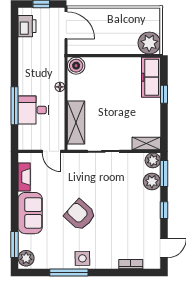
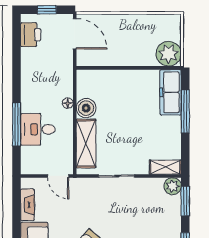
boiler: (76, 66) -> (86, 108), moved
window: (164, 94) -> (185, 112), width x2.17
plant: (152, 181) -> (172, 210), removed

